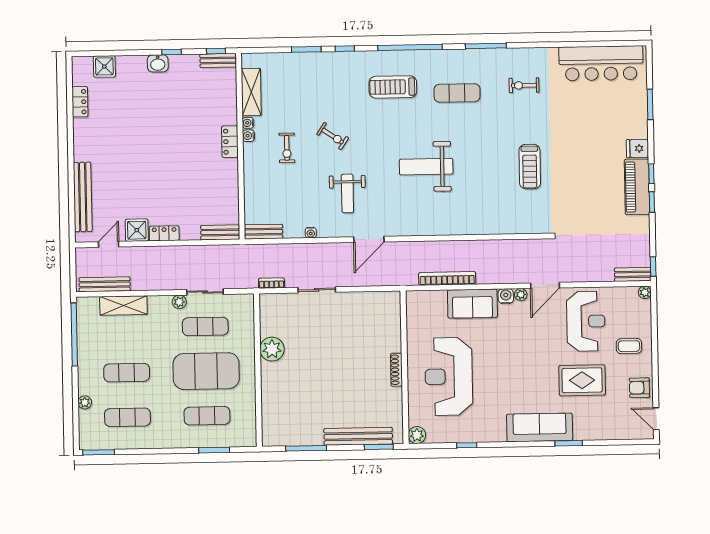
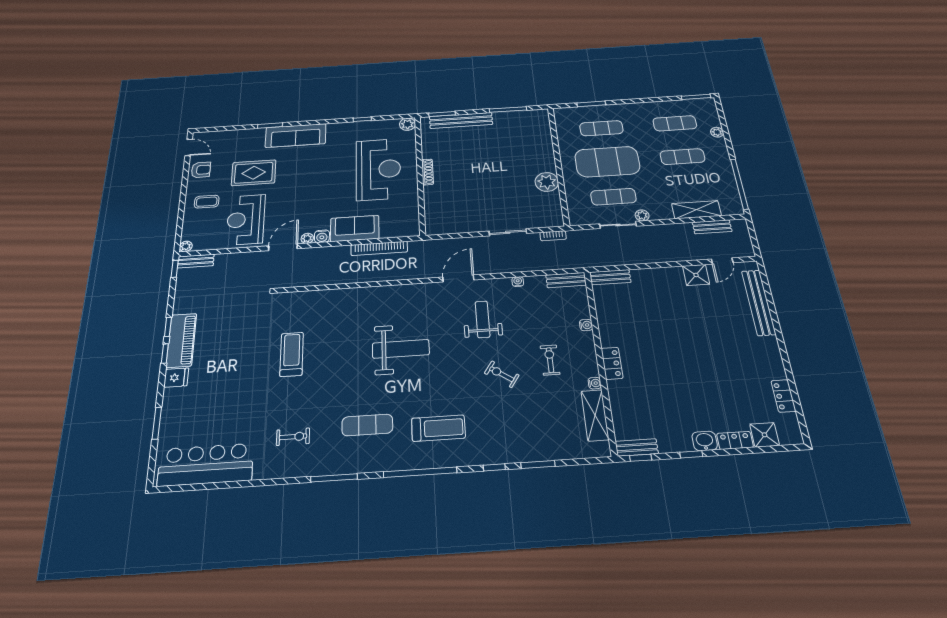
water cooler: (249, 136) -> (586, 325), moved
locker: (164, 233) -> (735, 440), moved, turned 180
bench: (105, 284) -> (712, 227), width x0.73

